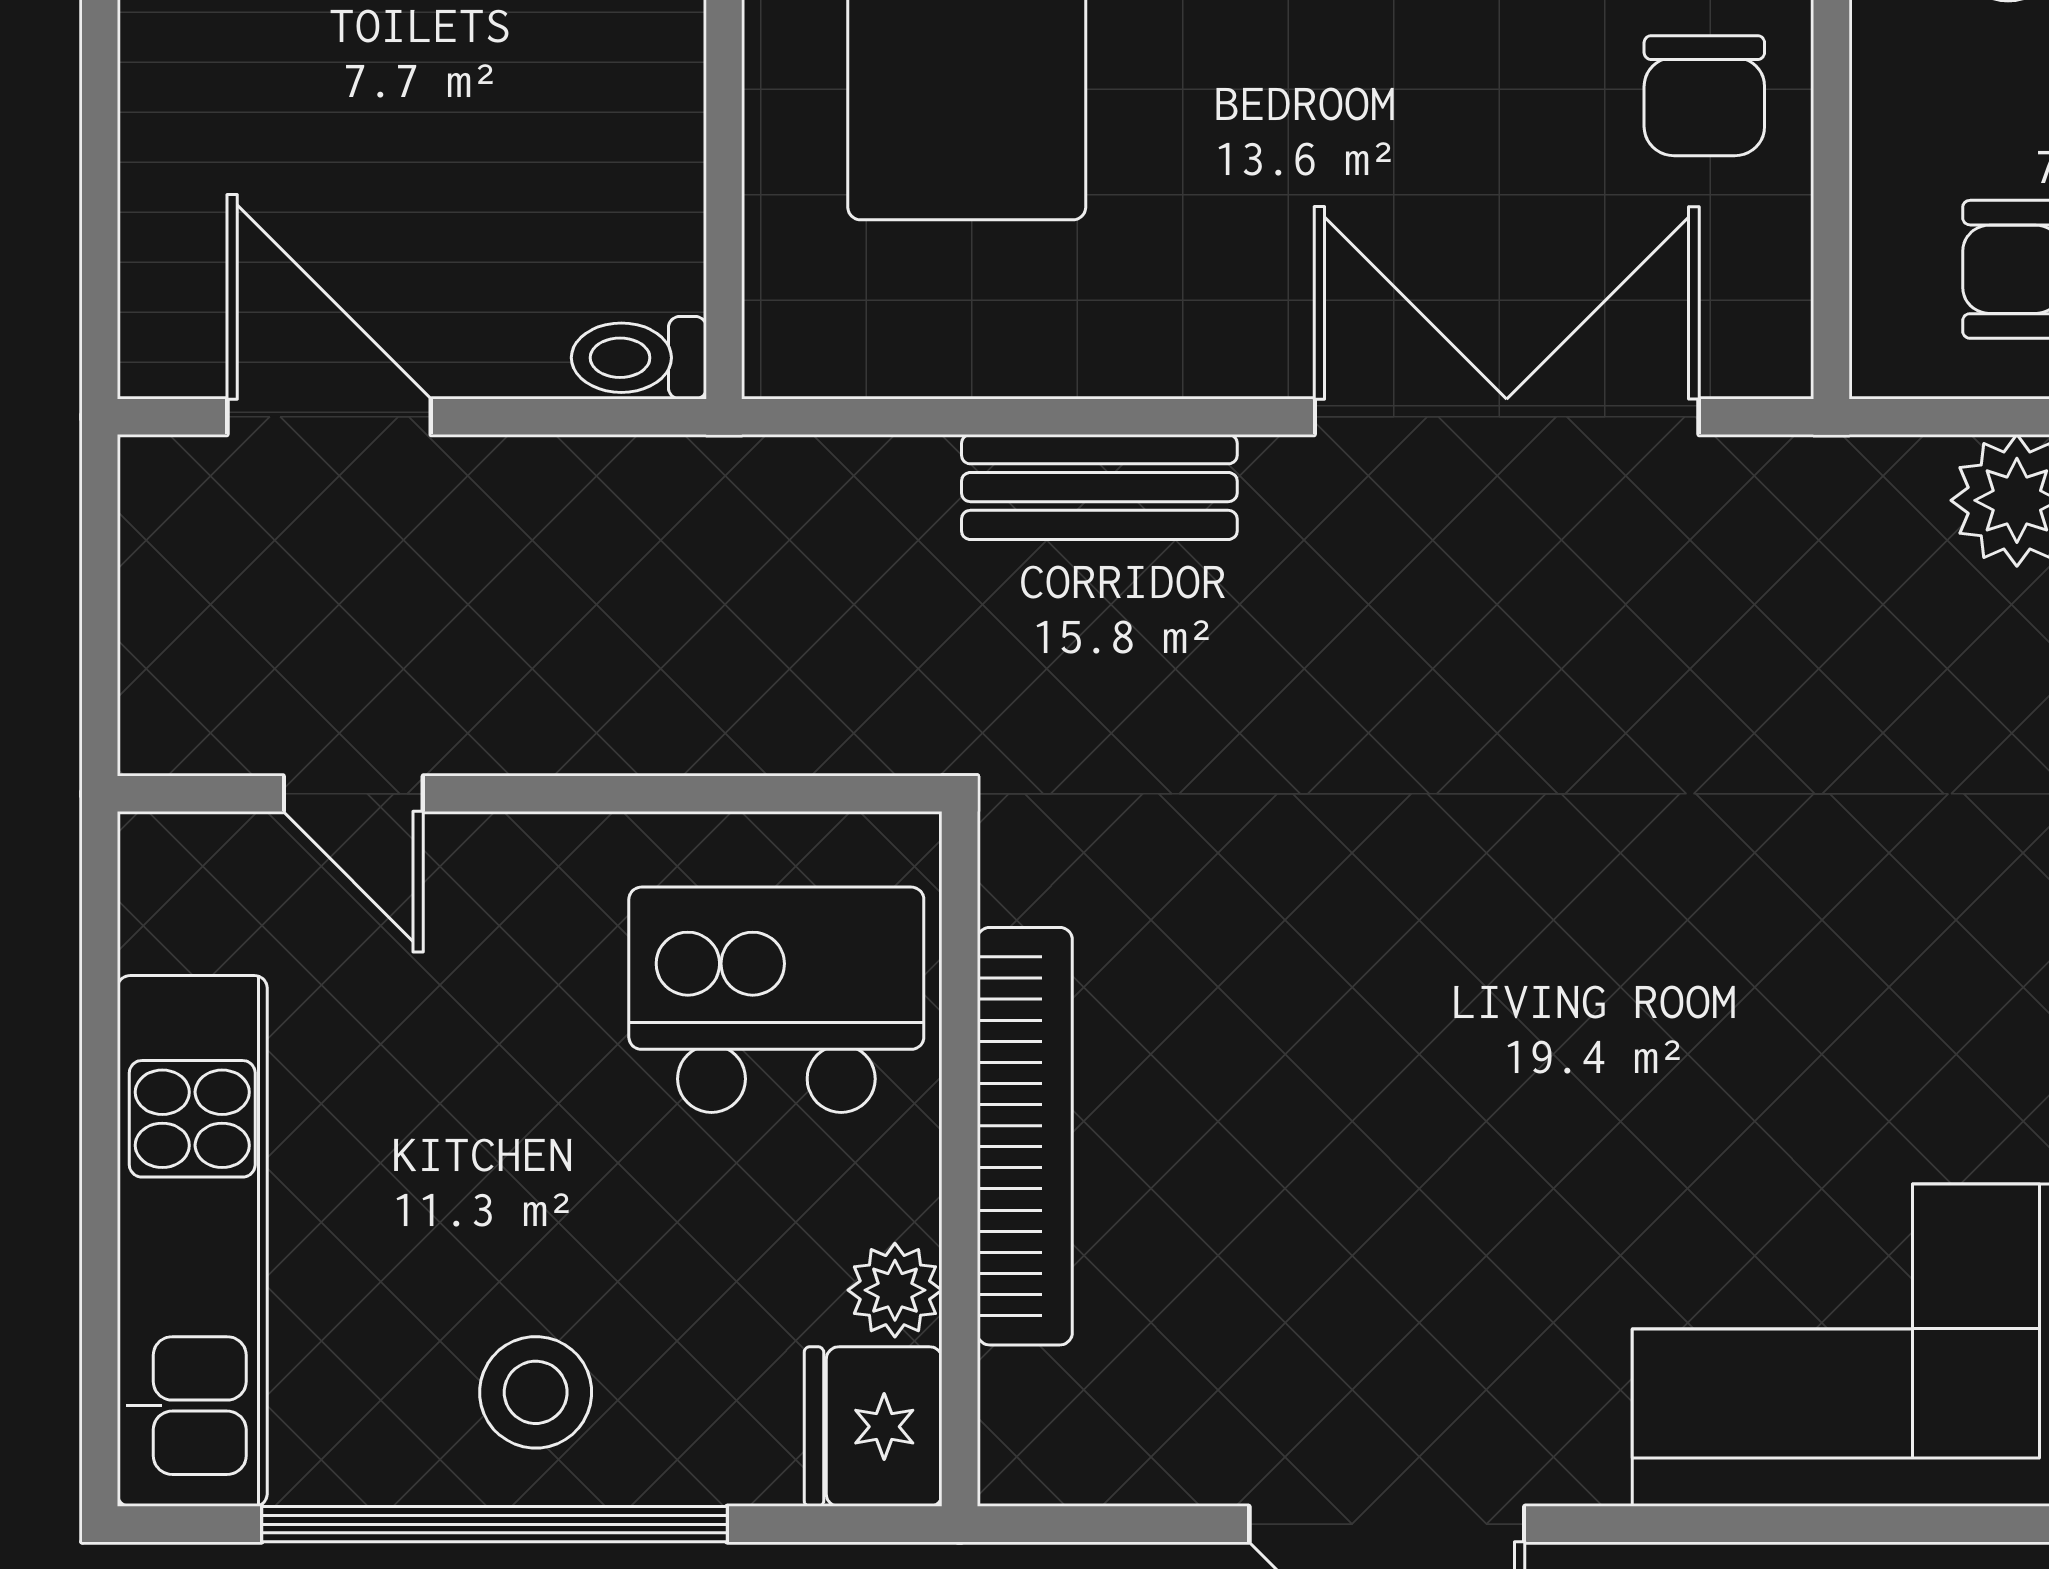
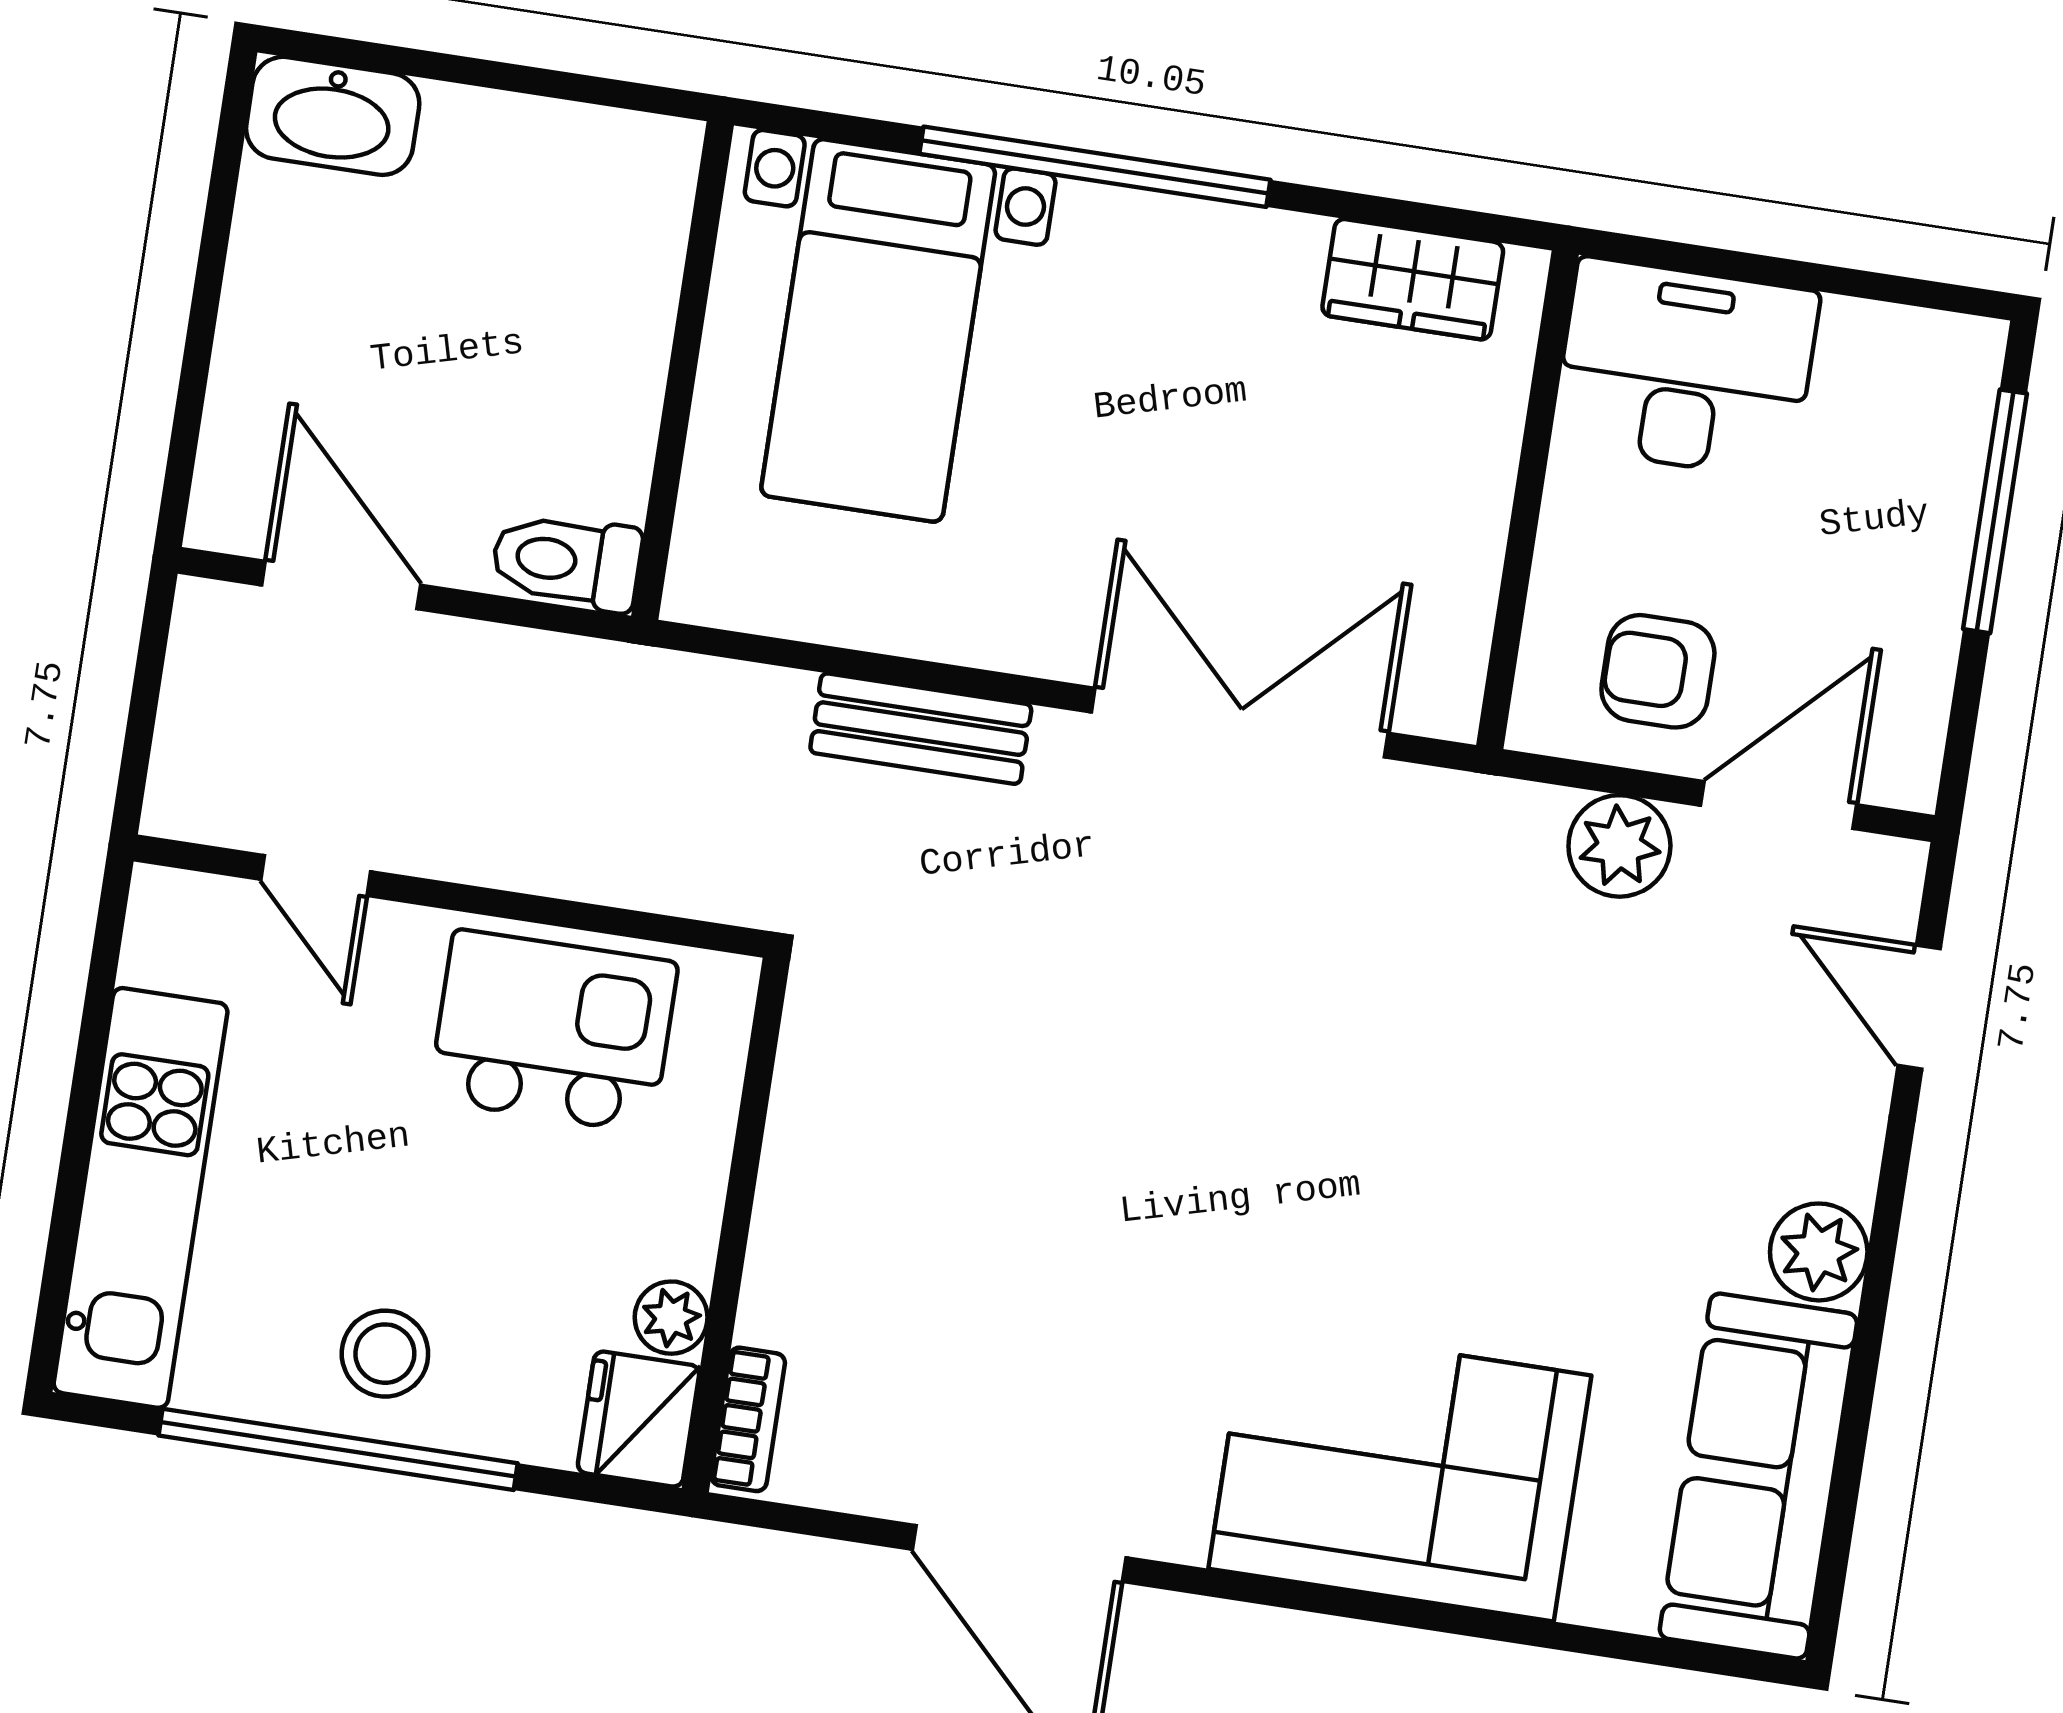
chair: (1704, 96) -> (1428, 501), removed
toilet: (639, 358) -> (566, 561), width x1.37, depth x1.39
kitchen island: (776, 1000) -> (553, 1031), moved
bookcase: (1025, 1136) -> (748, 1419), moved, width x0.43, depth x0.76

